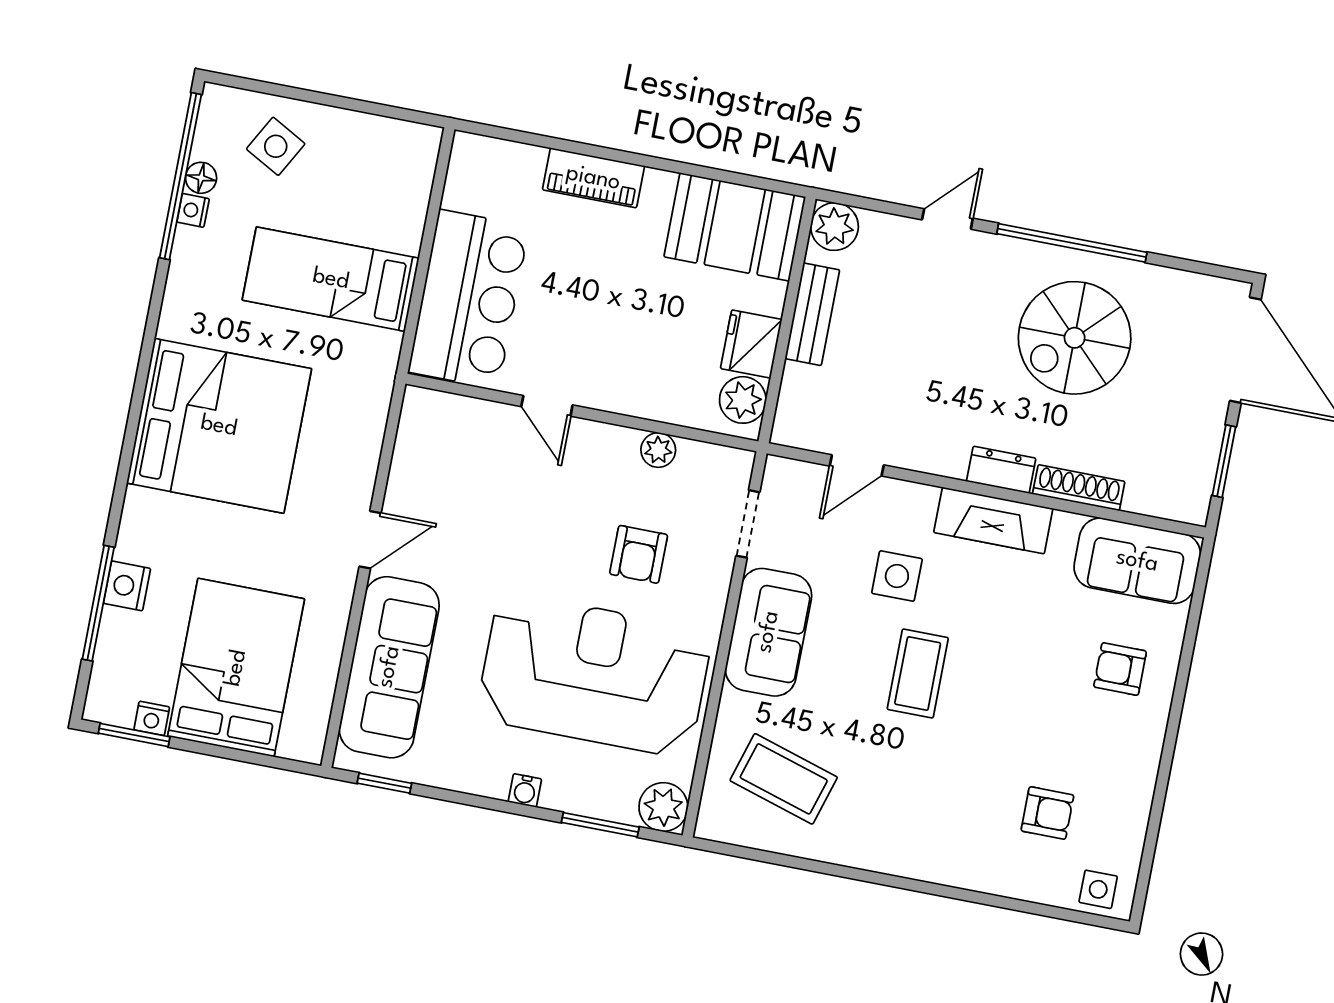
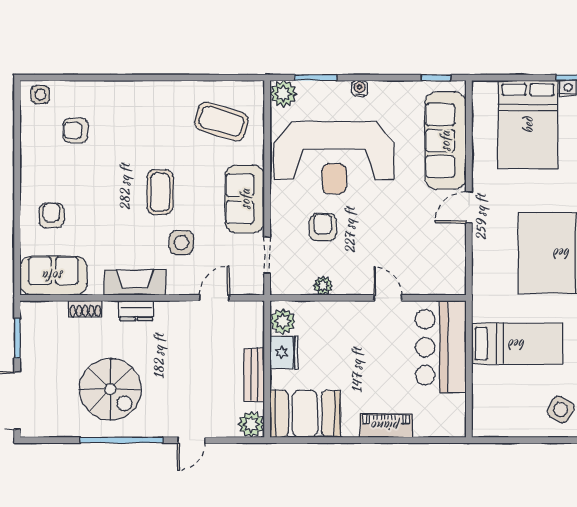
spiral stairs: (1075, 338) -> (110, 389), turned 90
shoe rack: (1079, 488) -> (85, 309), width x0.70
armchair: (1120, 669) -> (51, 215), turned -90

